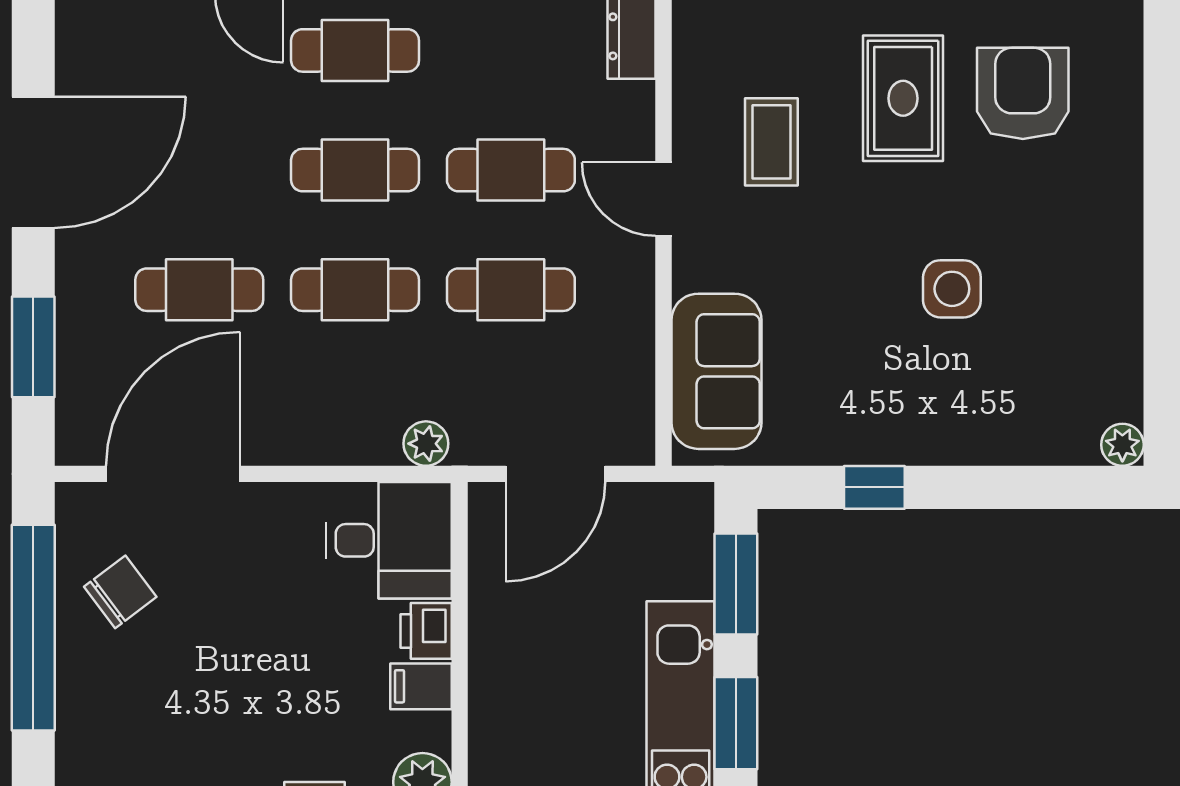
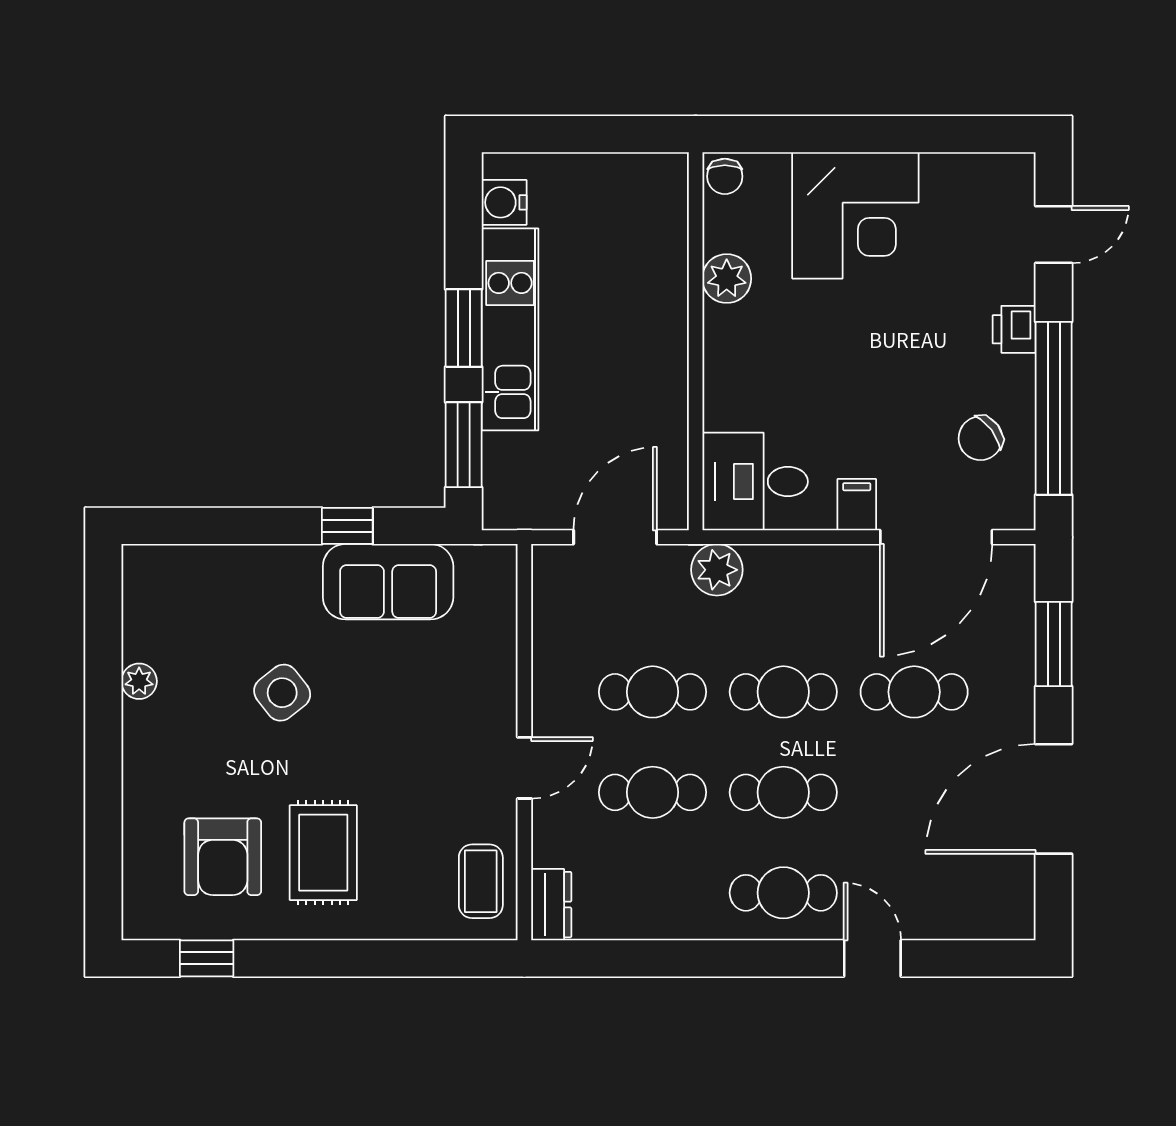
coffee table: (771, 142) -> (481, 881), moved
door: (663, 199) -> (524, 768), hinge flipped
side table: (952, 289) -> (282, 693), turned -38
sofa: (716, 371) -> (388, 582), moved, turned -90
plant: (426, 444) -> (717, 570), width x1.38, depth x1.38
plant: (1122, 445) -> (139, 681), moved
printer: (426, 631) -> (1014, 329), moved, turned 180
filing cabinet: (421, 686) -> (857, 505), moved, turned -90

